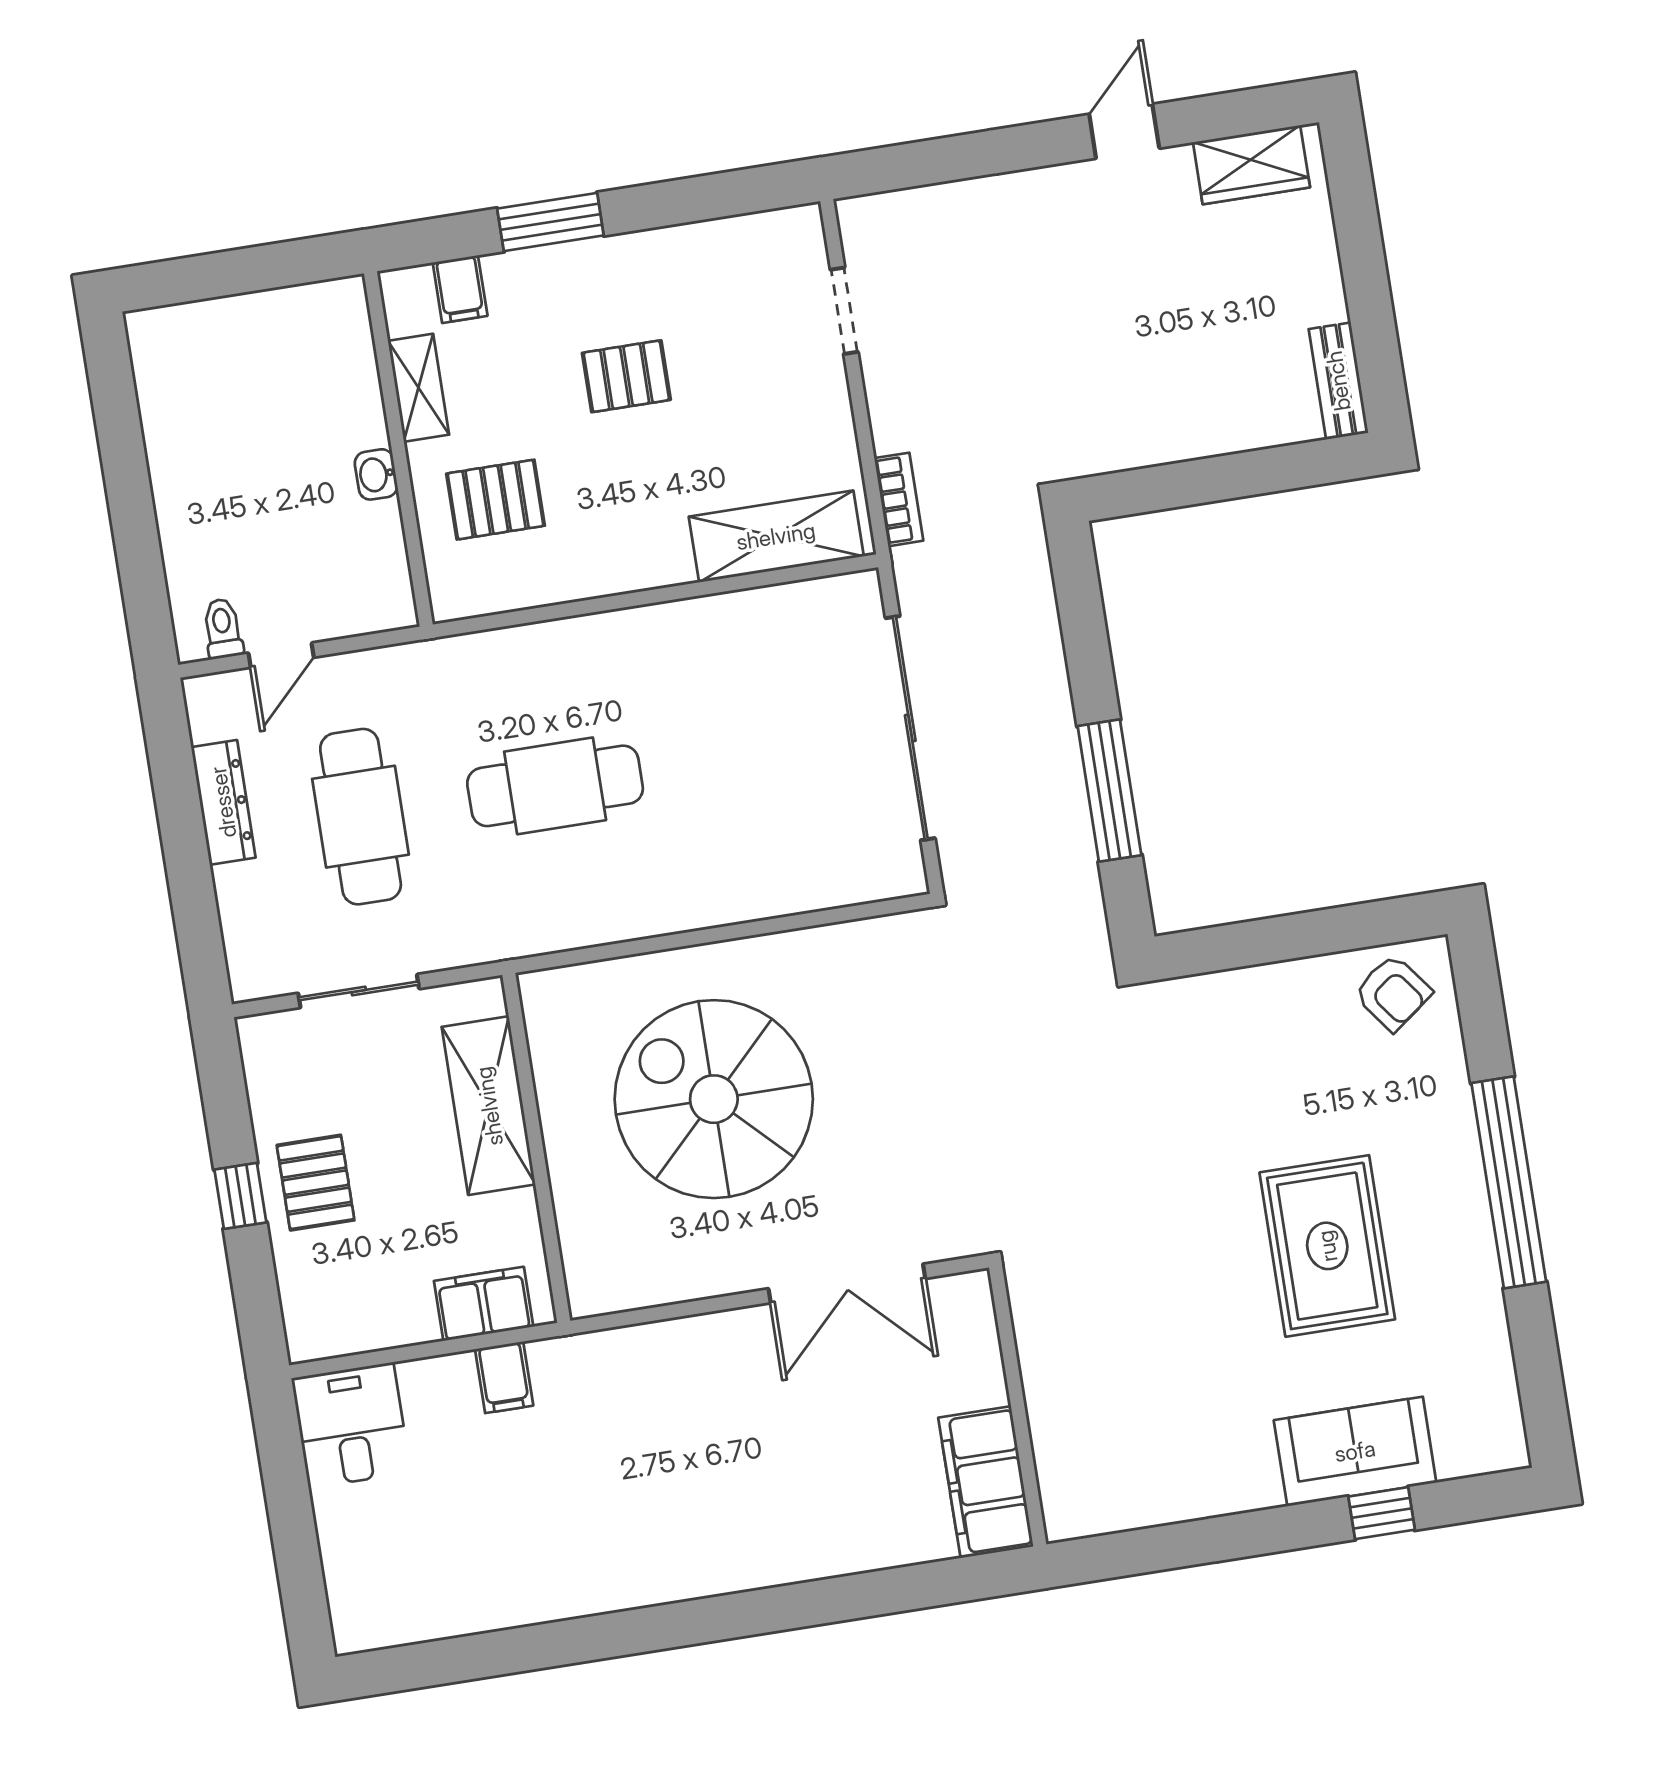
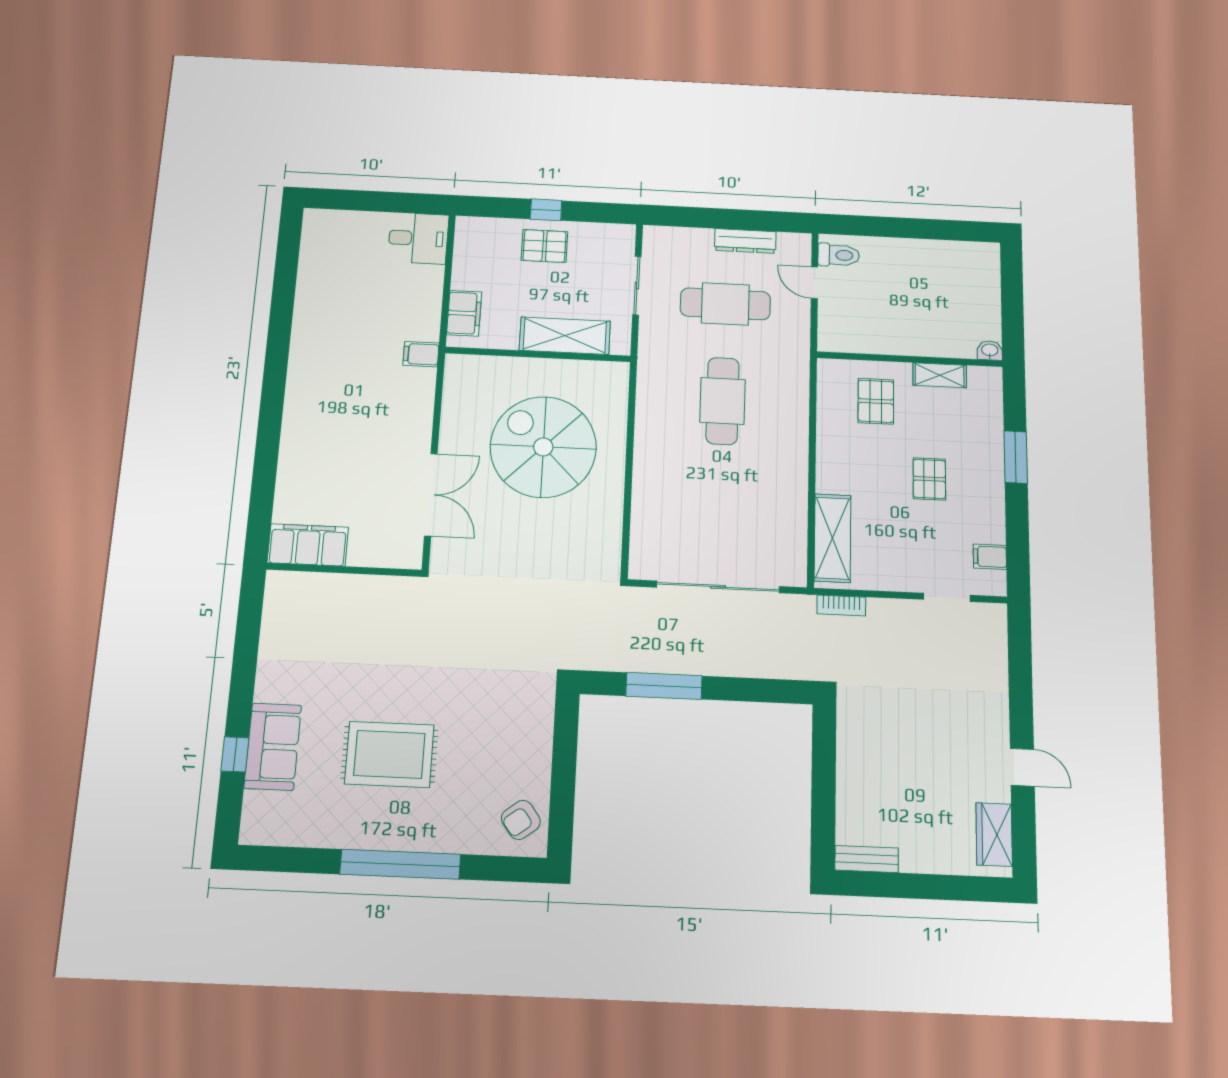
filing cabinet: (460, 289) -> (990, 557), moved
washbasin: (376, 474) -> (990, 350), moved
toilet: (223, 629) -> (839, 255), width x1.37, depth x1.39
spiral stairs: (714, 1099) -> (543, 447), turned -90
double door: (847, 1284) -> (431, 495), swing flipped
filing cabinet: (504, 1377) -> (421, 354), moved

